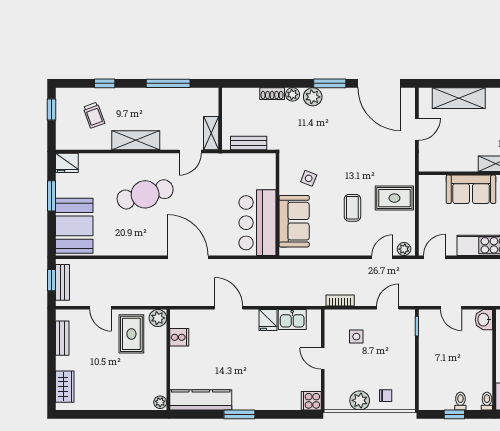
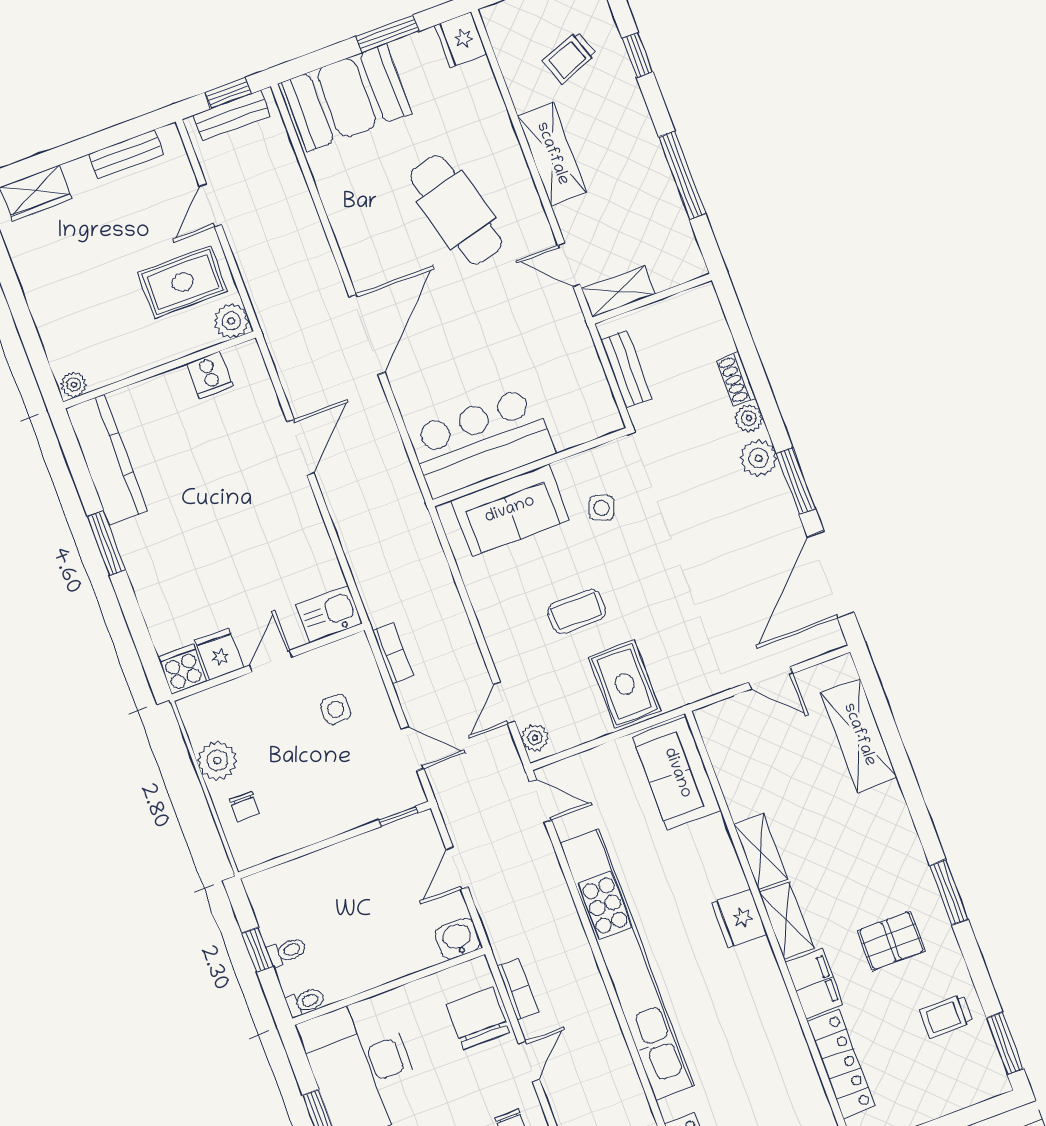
sofa: (471, 189) -> (677, 773), moved
door: (382, 257) -> (504, 703), swing flipped
kitchen sink: (292, 319) -> (329, 614), moved, turned 90
fridge: (268, 320) -> (219, 654), moved, turned 90

